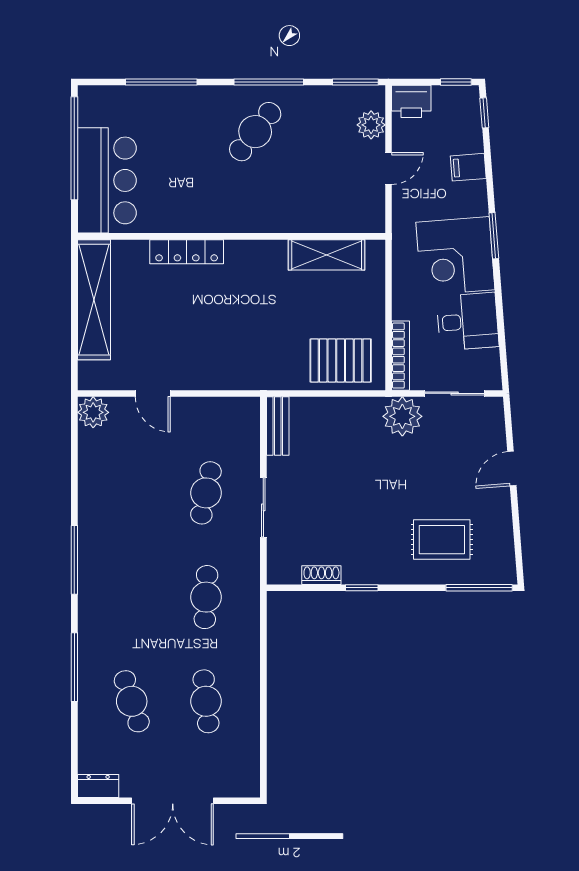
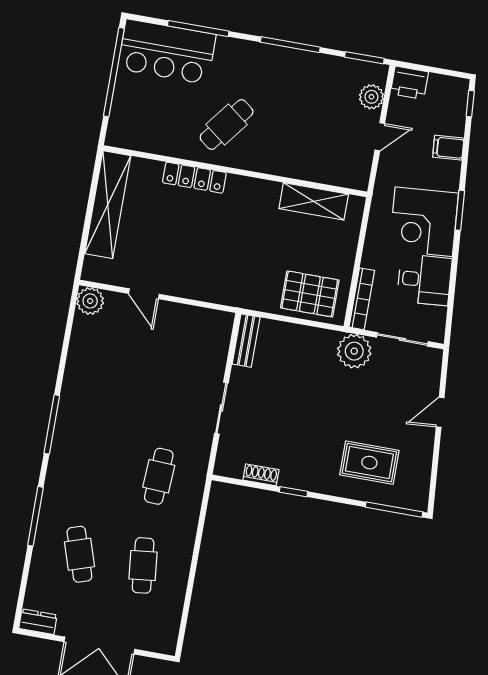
window: (456, 82) -> (451, 73), removed
cafe table: (255, 132) -> (227, 125), moved
bar counter: (107, 180) -> (167, 52), moved, turned 90
cafe table: (206, 493) -> (175, 387), removed

